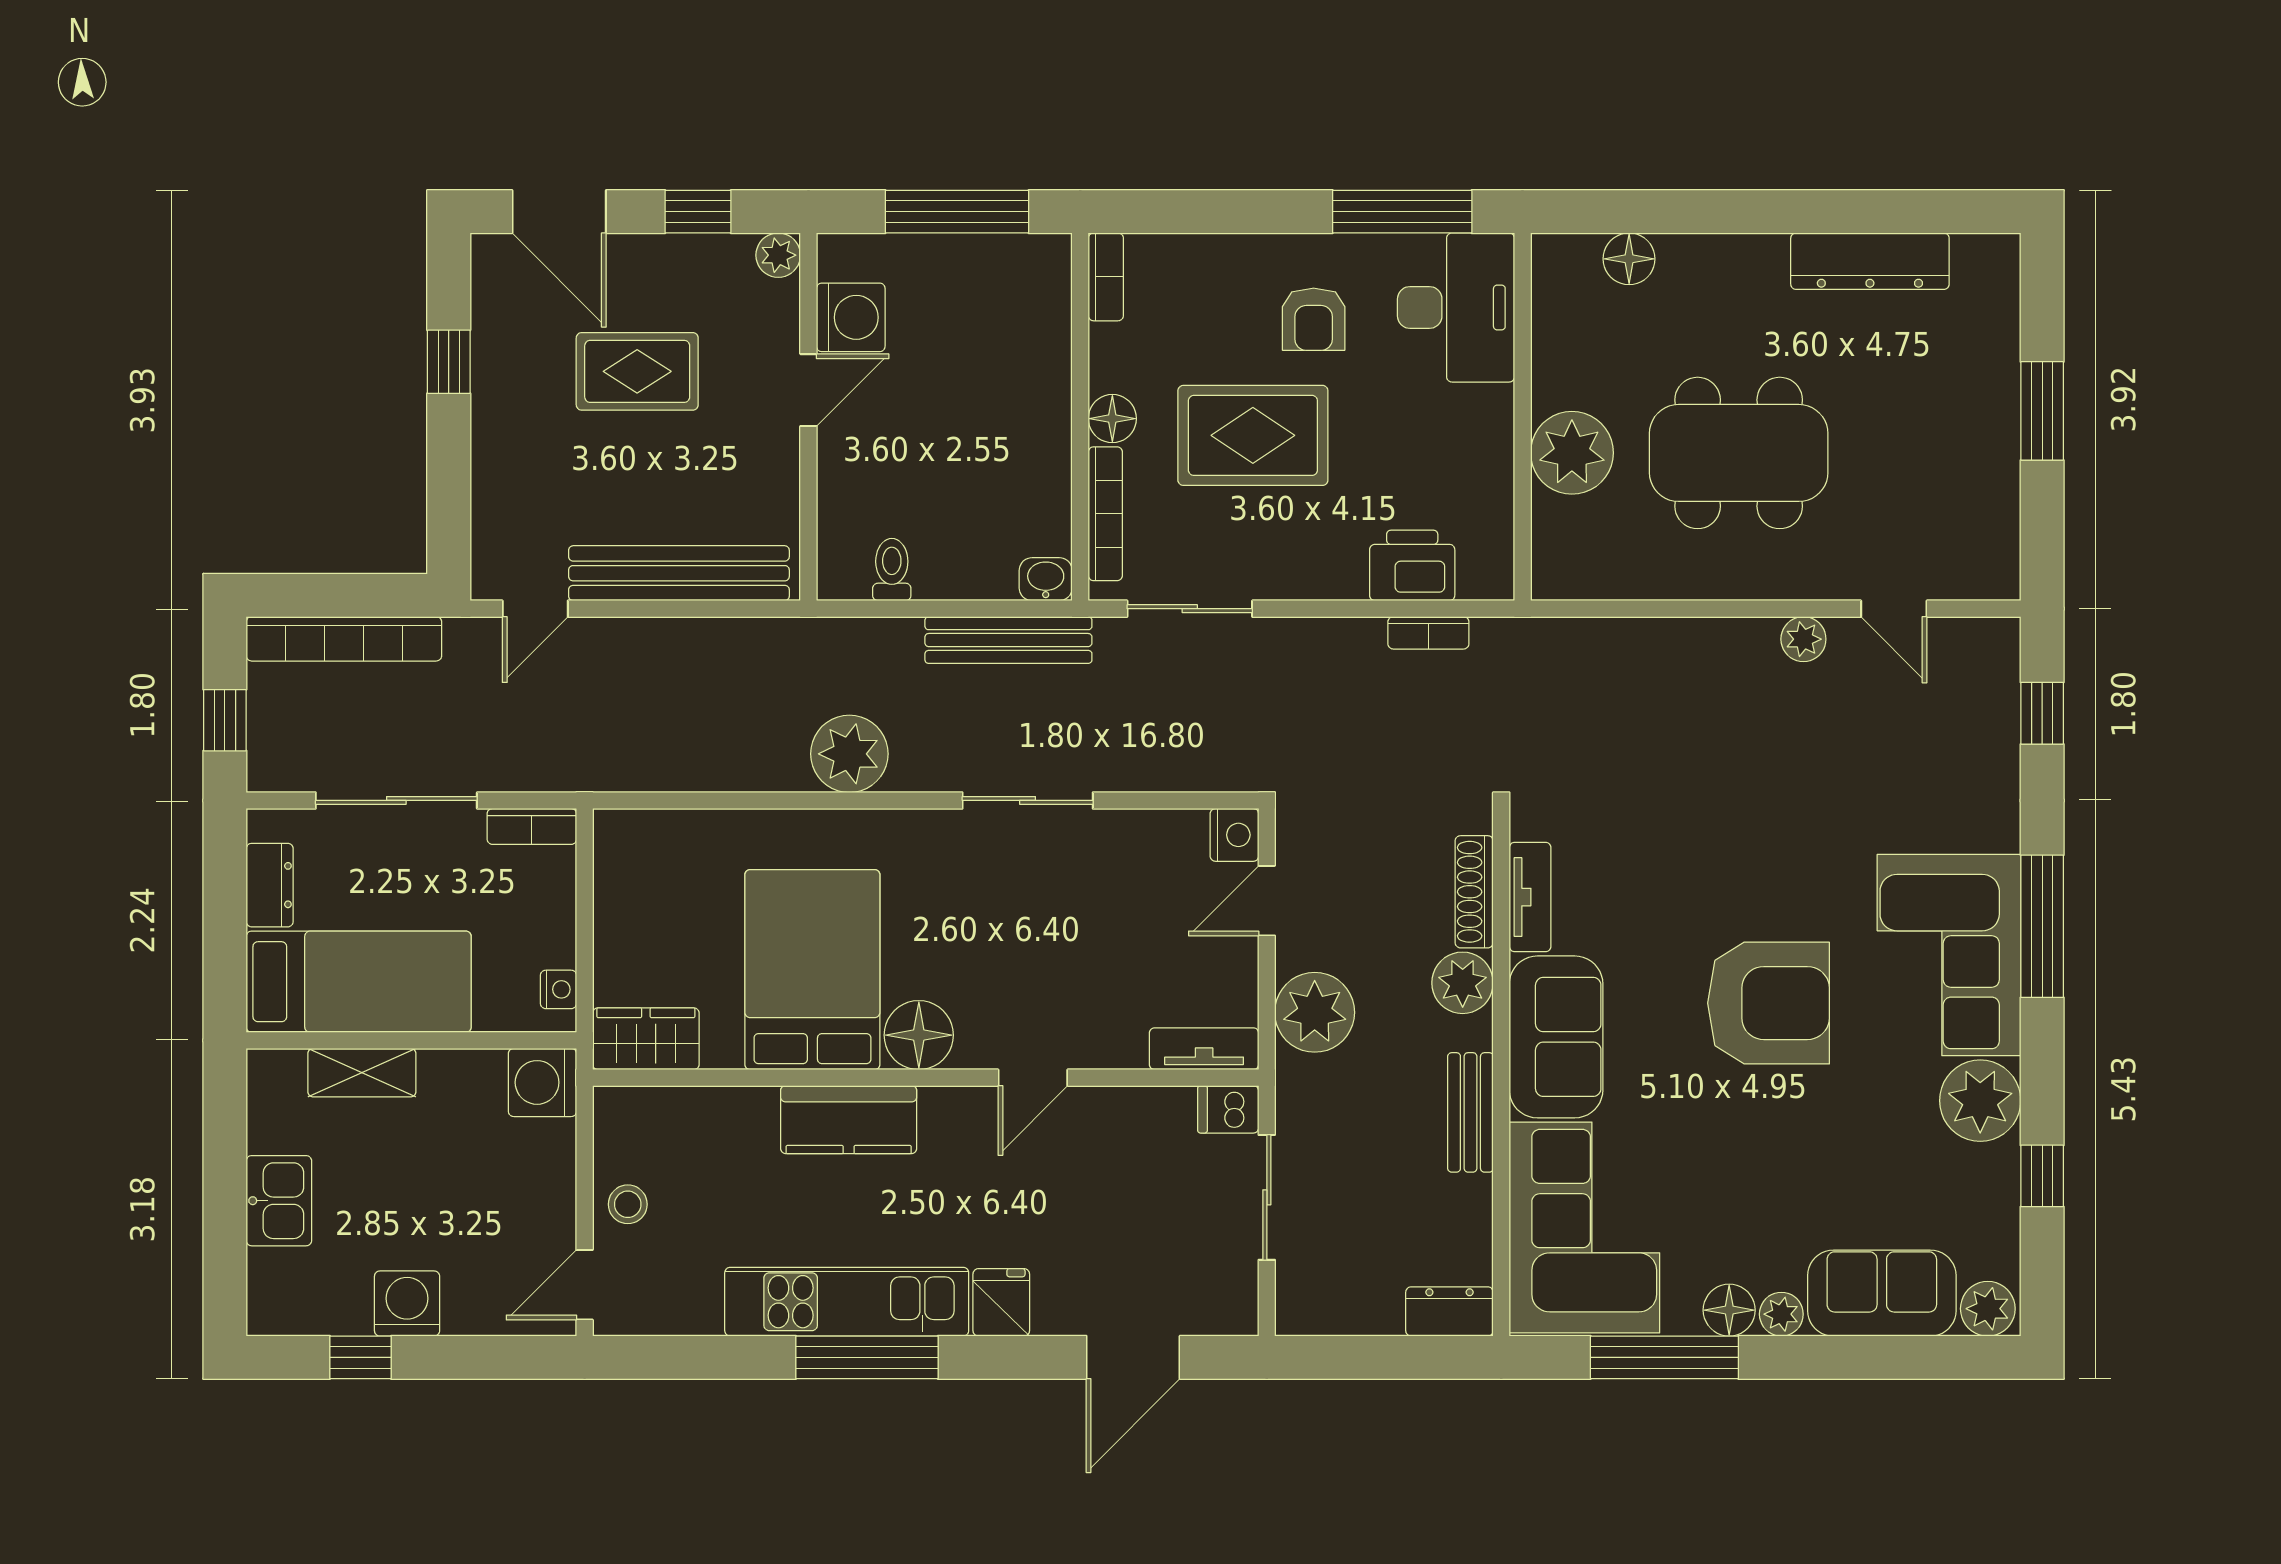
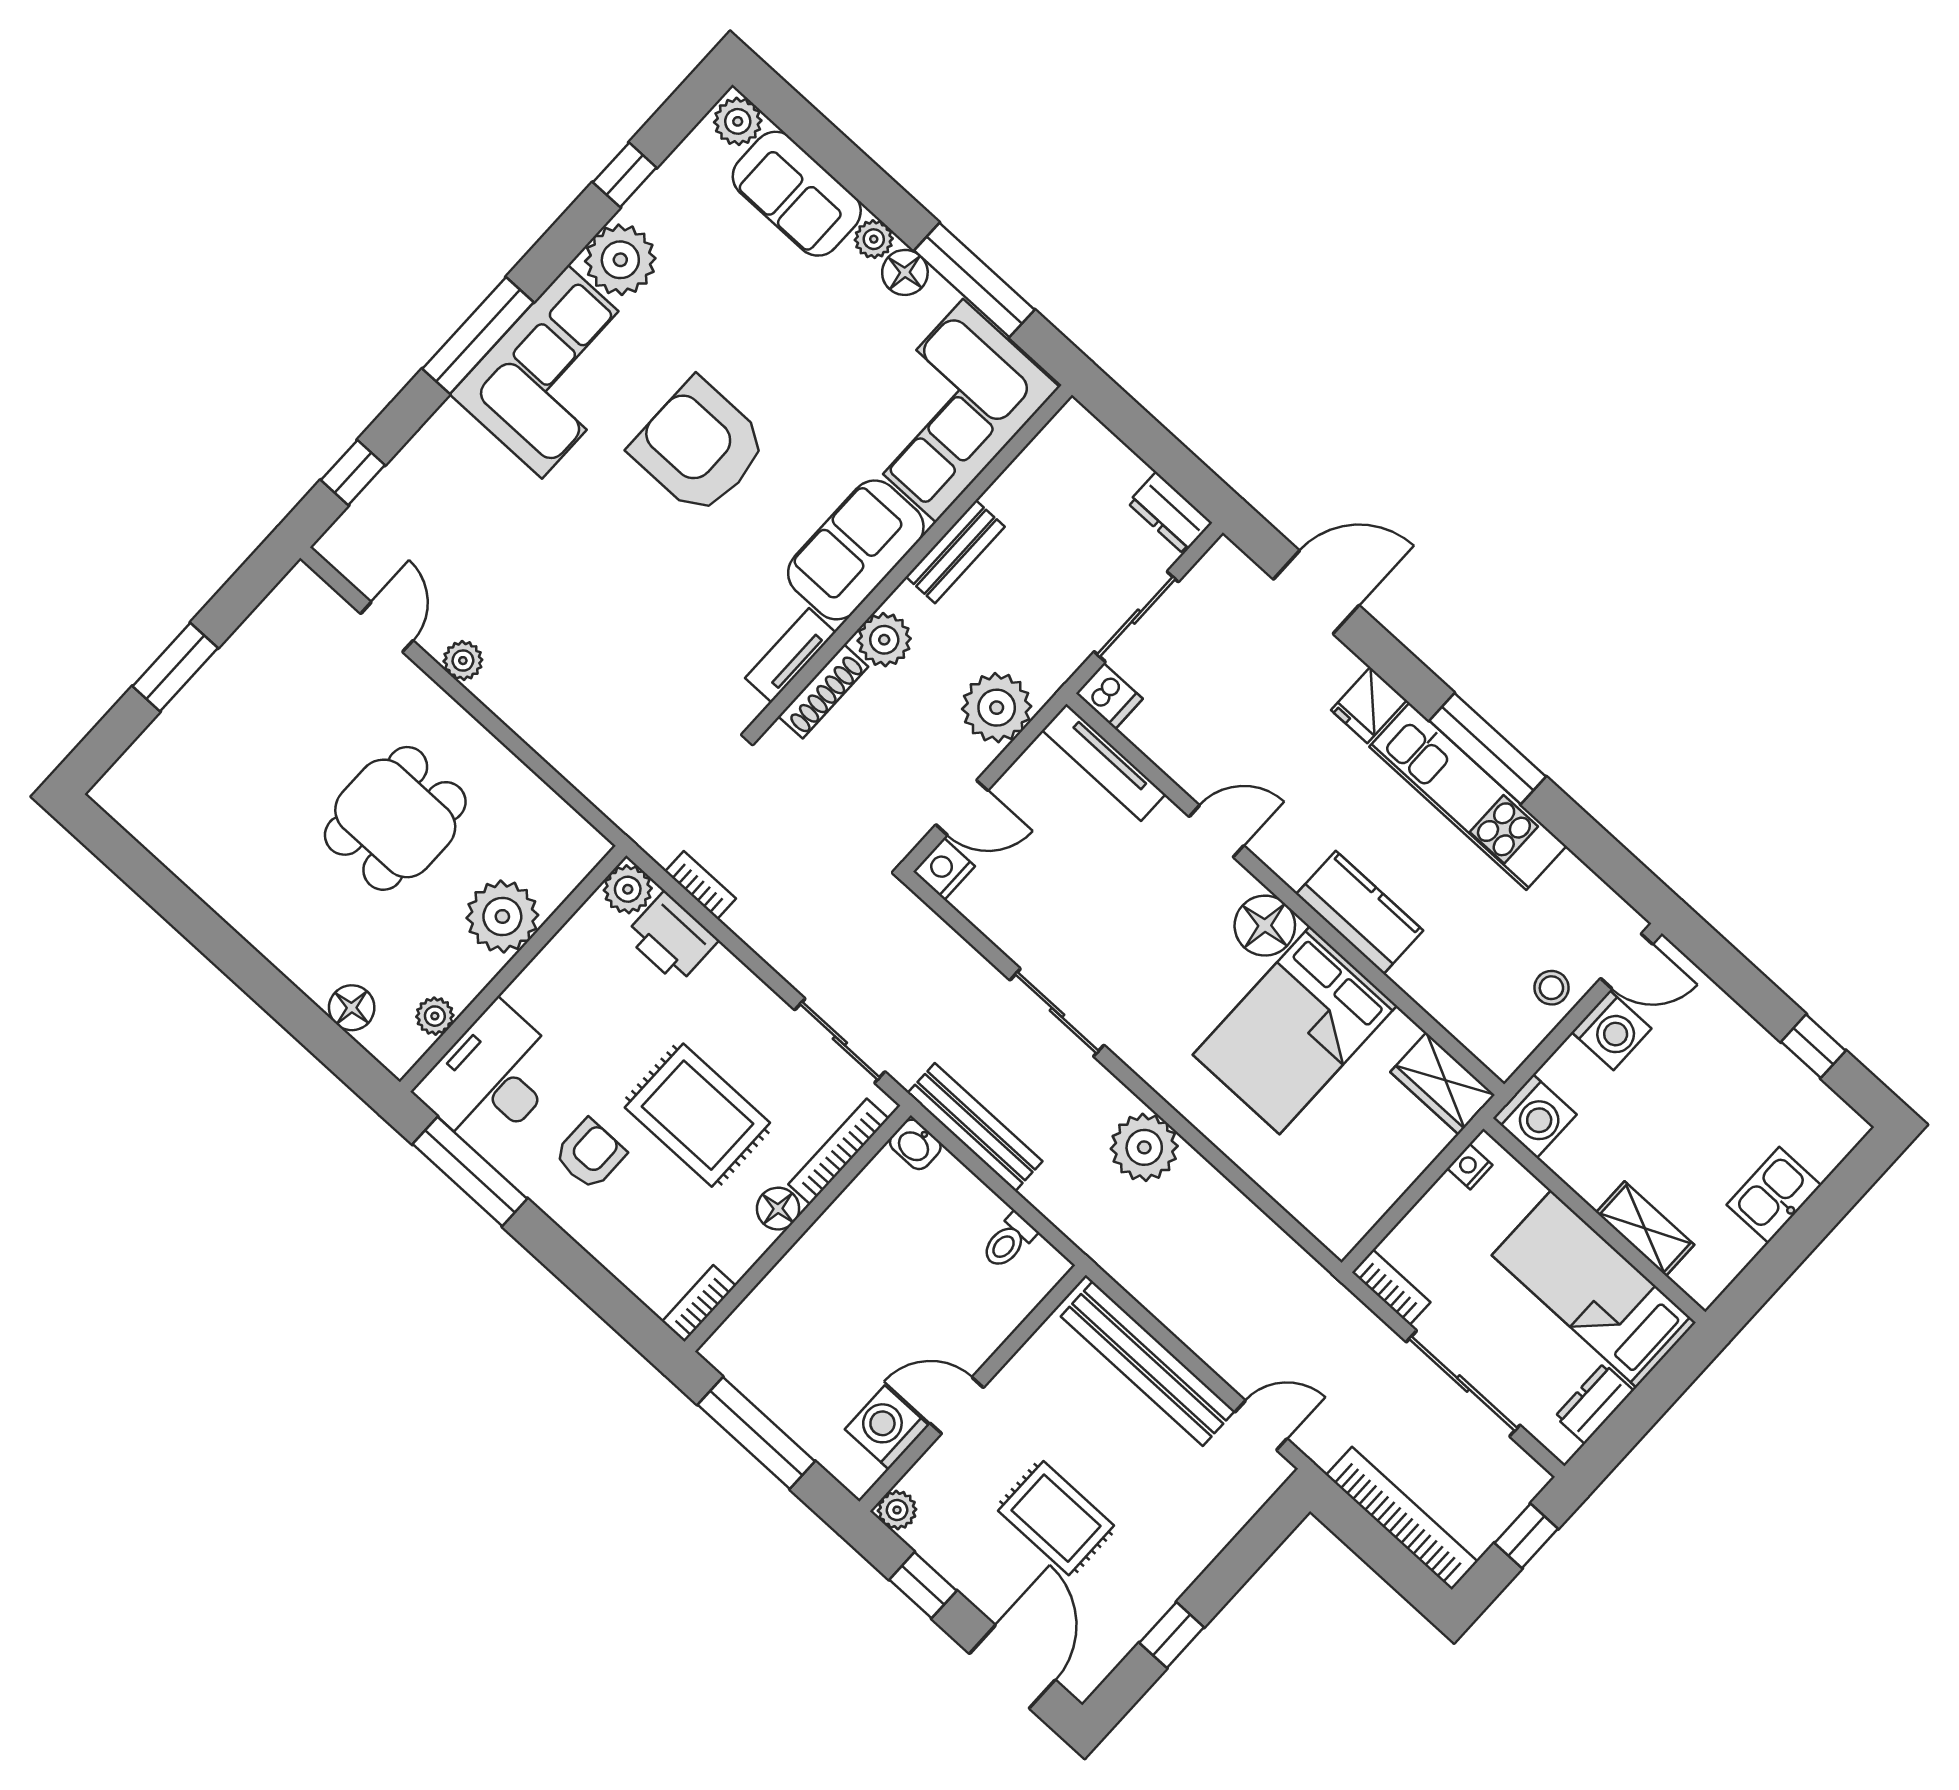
dresser: (1870, 261) -> (198, 865), removed
plant: (1552, 316) -> (435, 1016), added
dining table: (1739, 453) -> (395, 818), width x0.73
plant: (1487, 573) -> (628, 889), added
tv unit: (1204, 1049) -> (1104, 762), width x1.41
washing machine: (407, 1304) -> (1611, 1030), moved, turned -90
dresser: (1449, 1311) -> (1170, 513), moved

